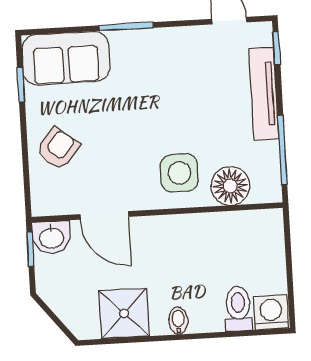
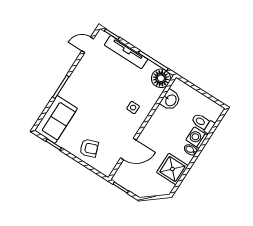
armchair: (58, 148) -> (89, 148), turned 121
side table: (179, 173) -> (133, 108), width x0.54, depth x0.54
floor lamp: (230, 186) -> (161, 78), moved
washbasin: (51, 237) -> (170, 100), moved
washing machine: (271, 312) -> (197, 138), moved

